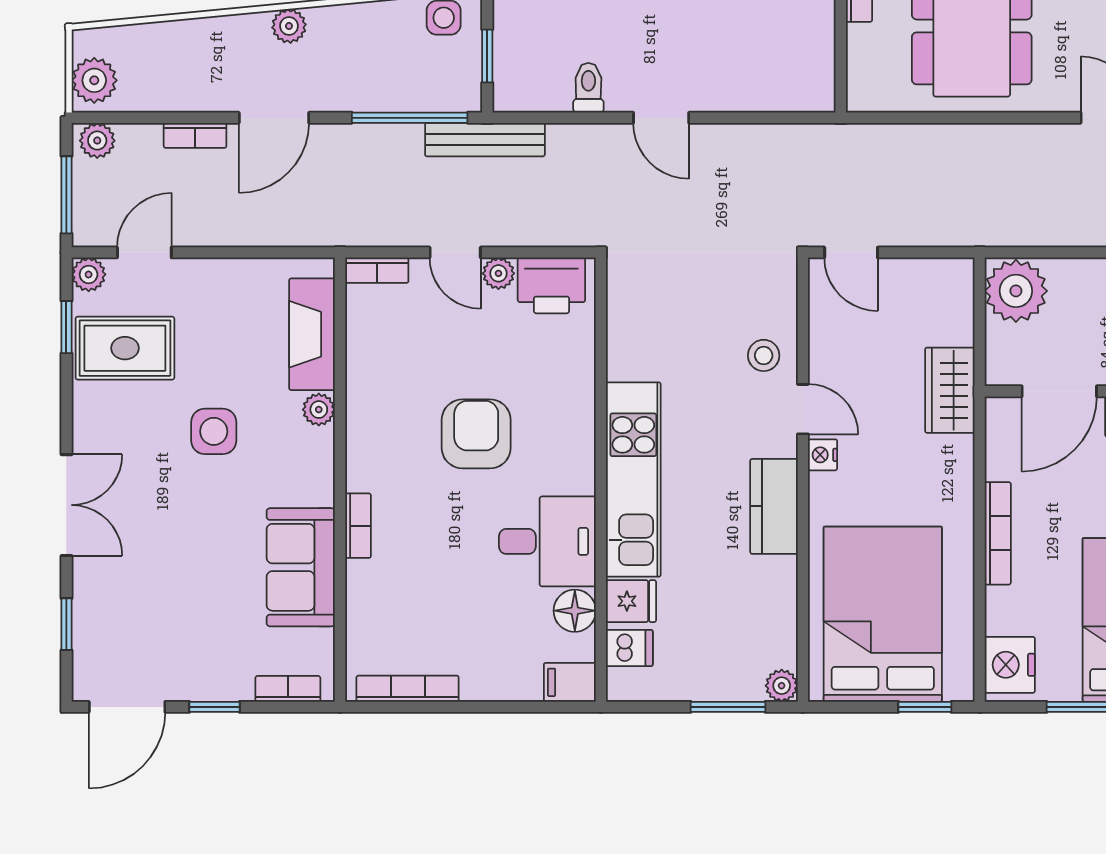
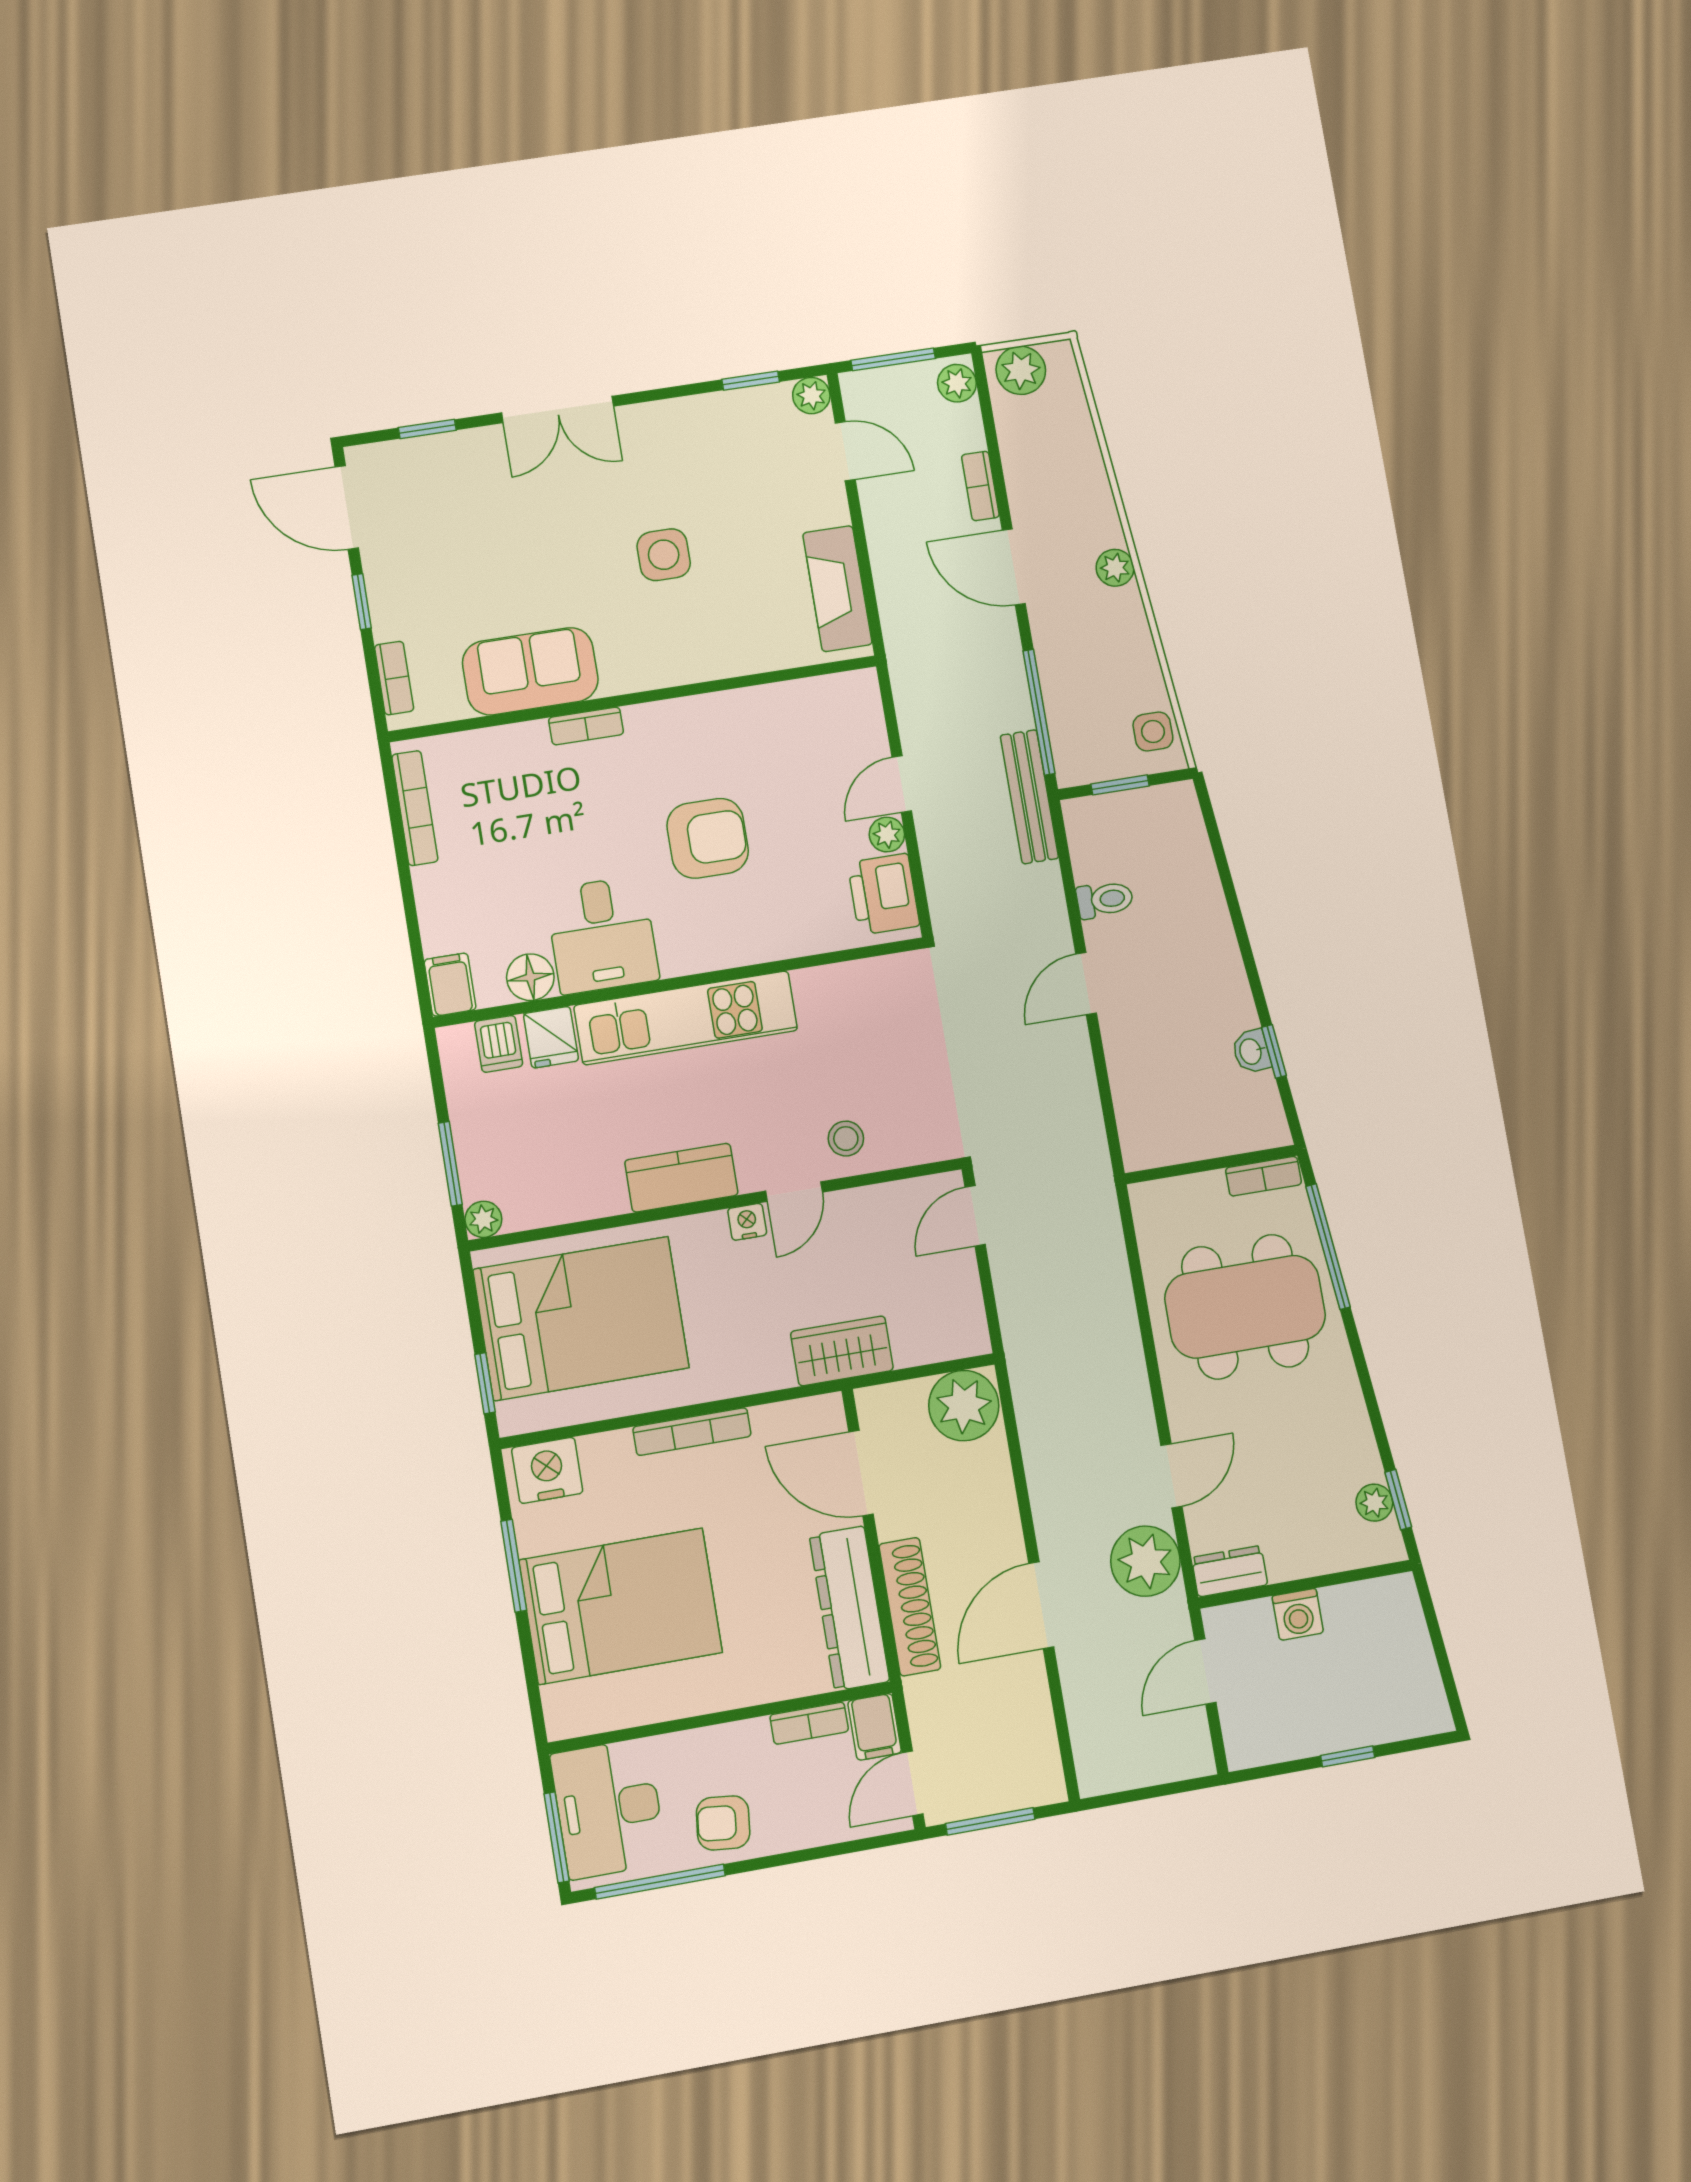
bookcase: (377, 270) -> (868, 703), removed
fireplace: (312, 334) -> (837, 589), moved, turned -90
rug: (125, 348) -> (738, 446), removed
plant: (319, 410) -> (706, 664), removed

